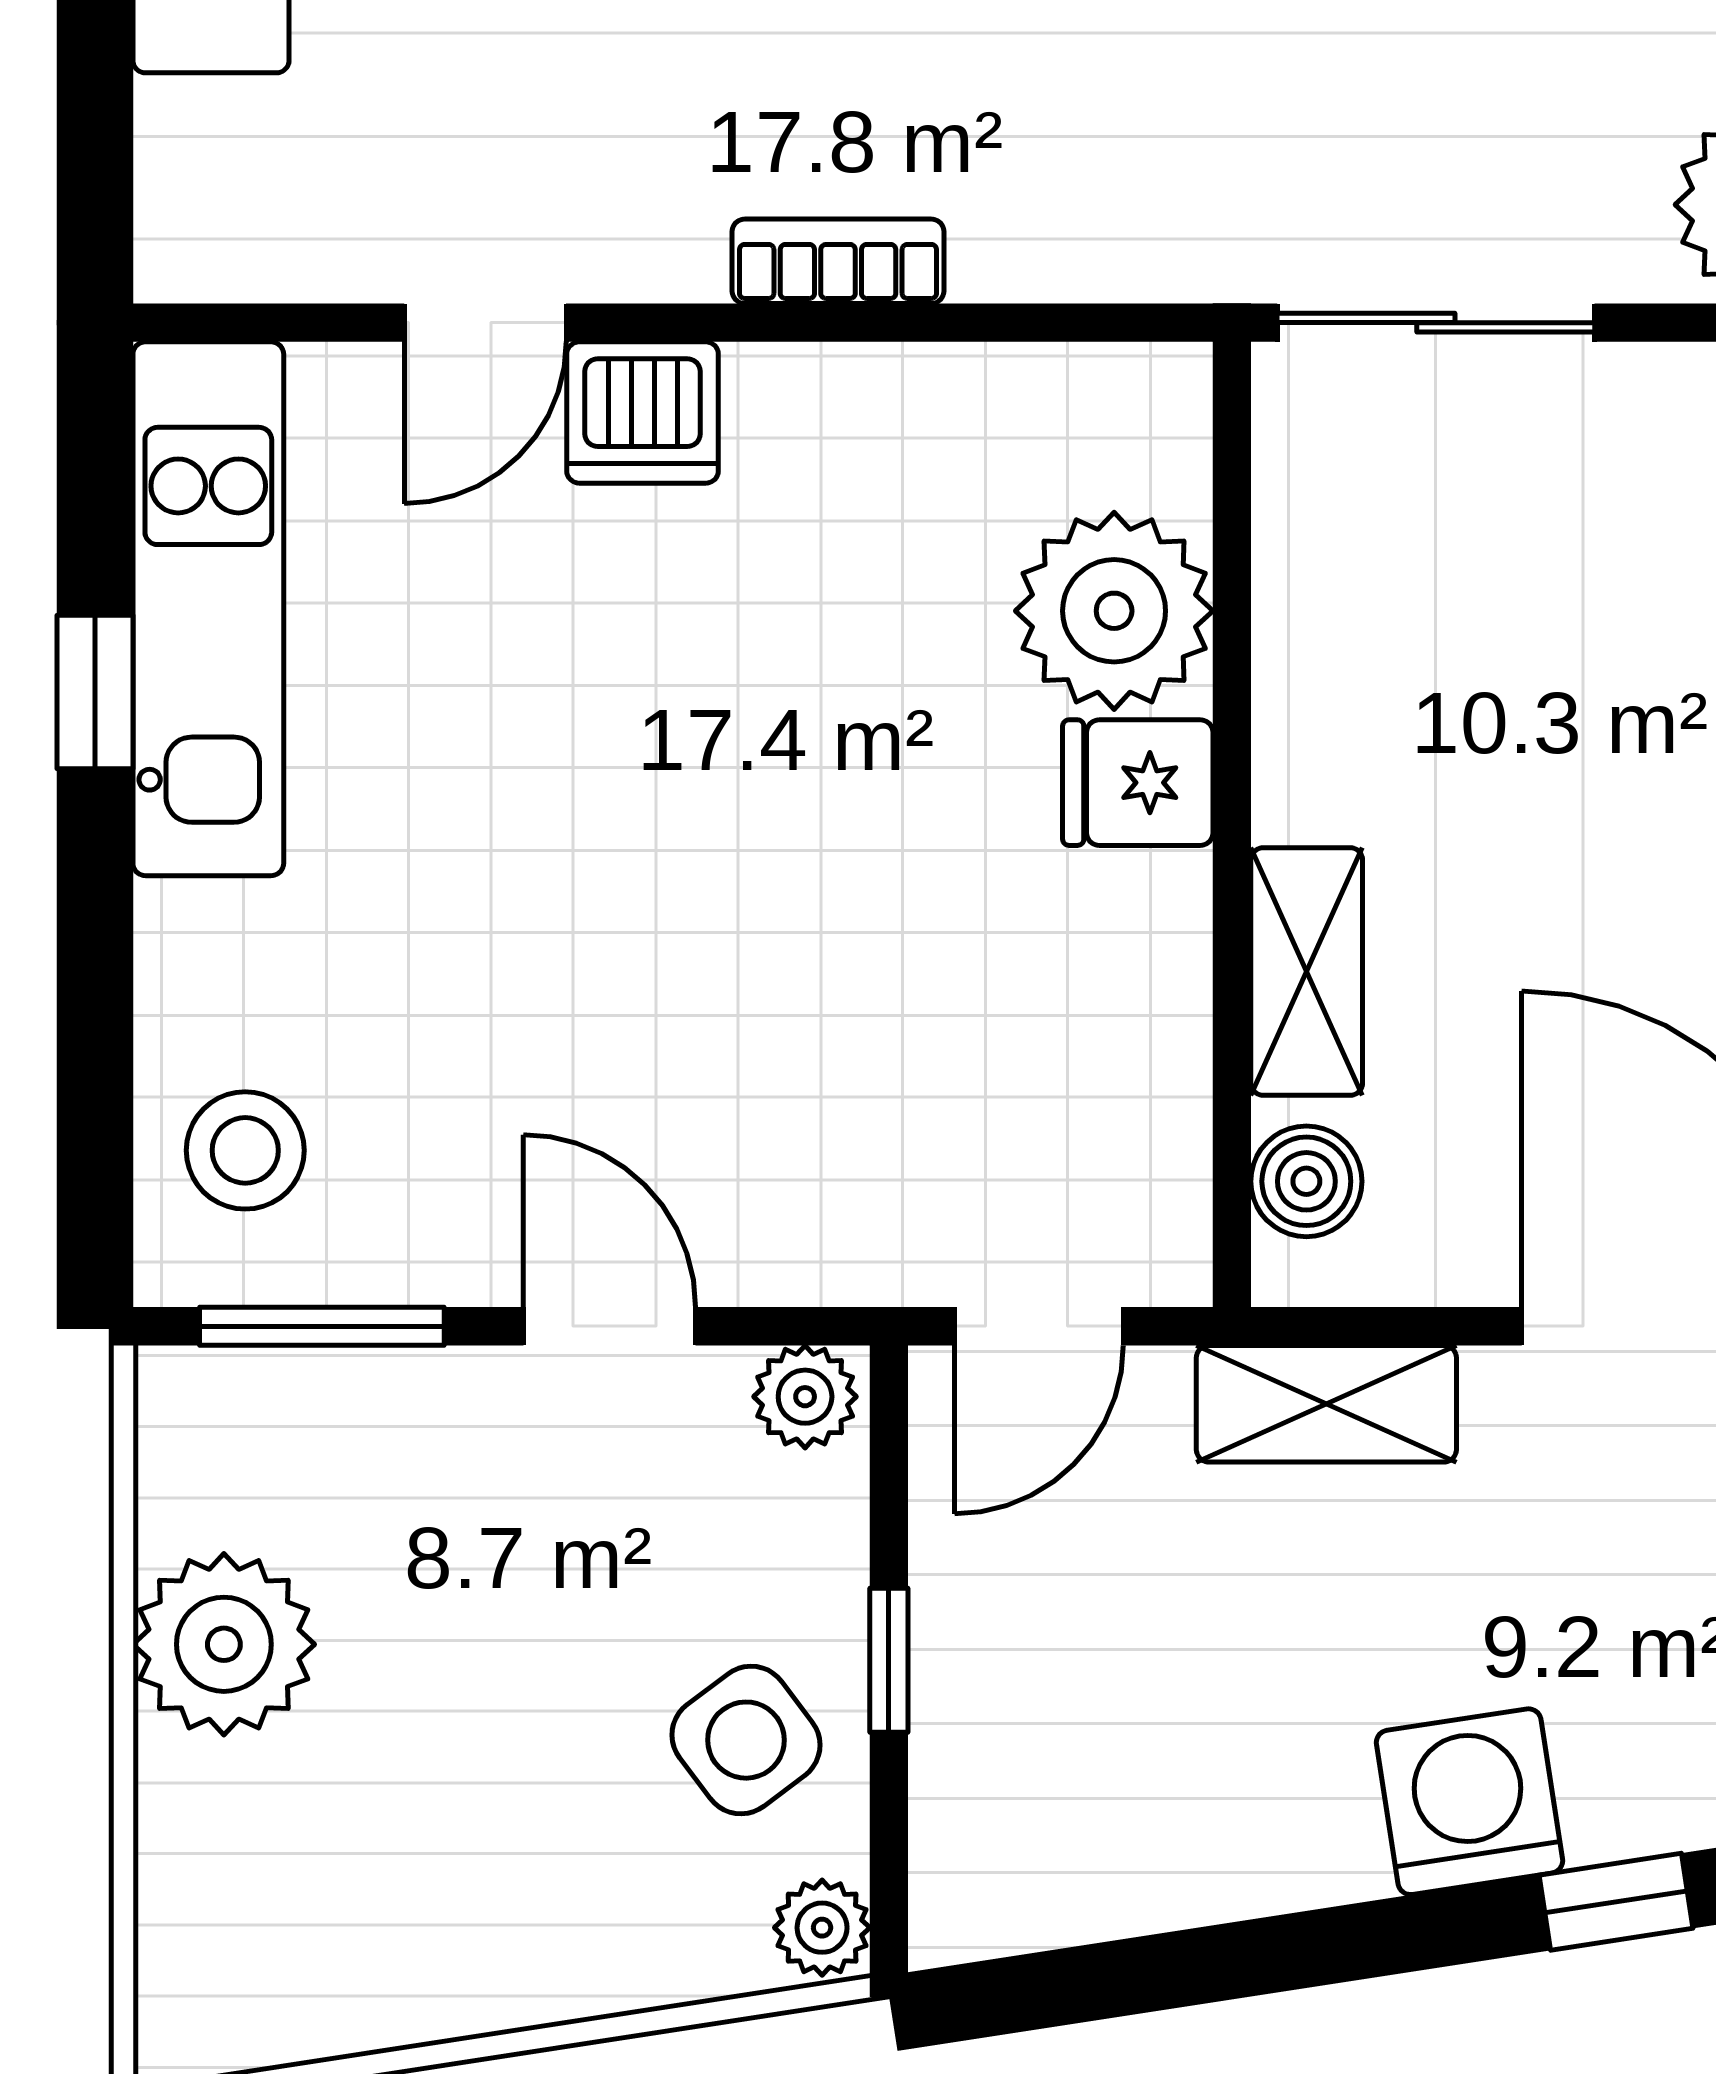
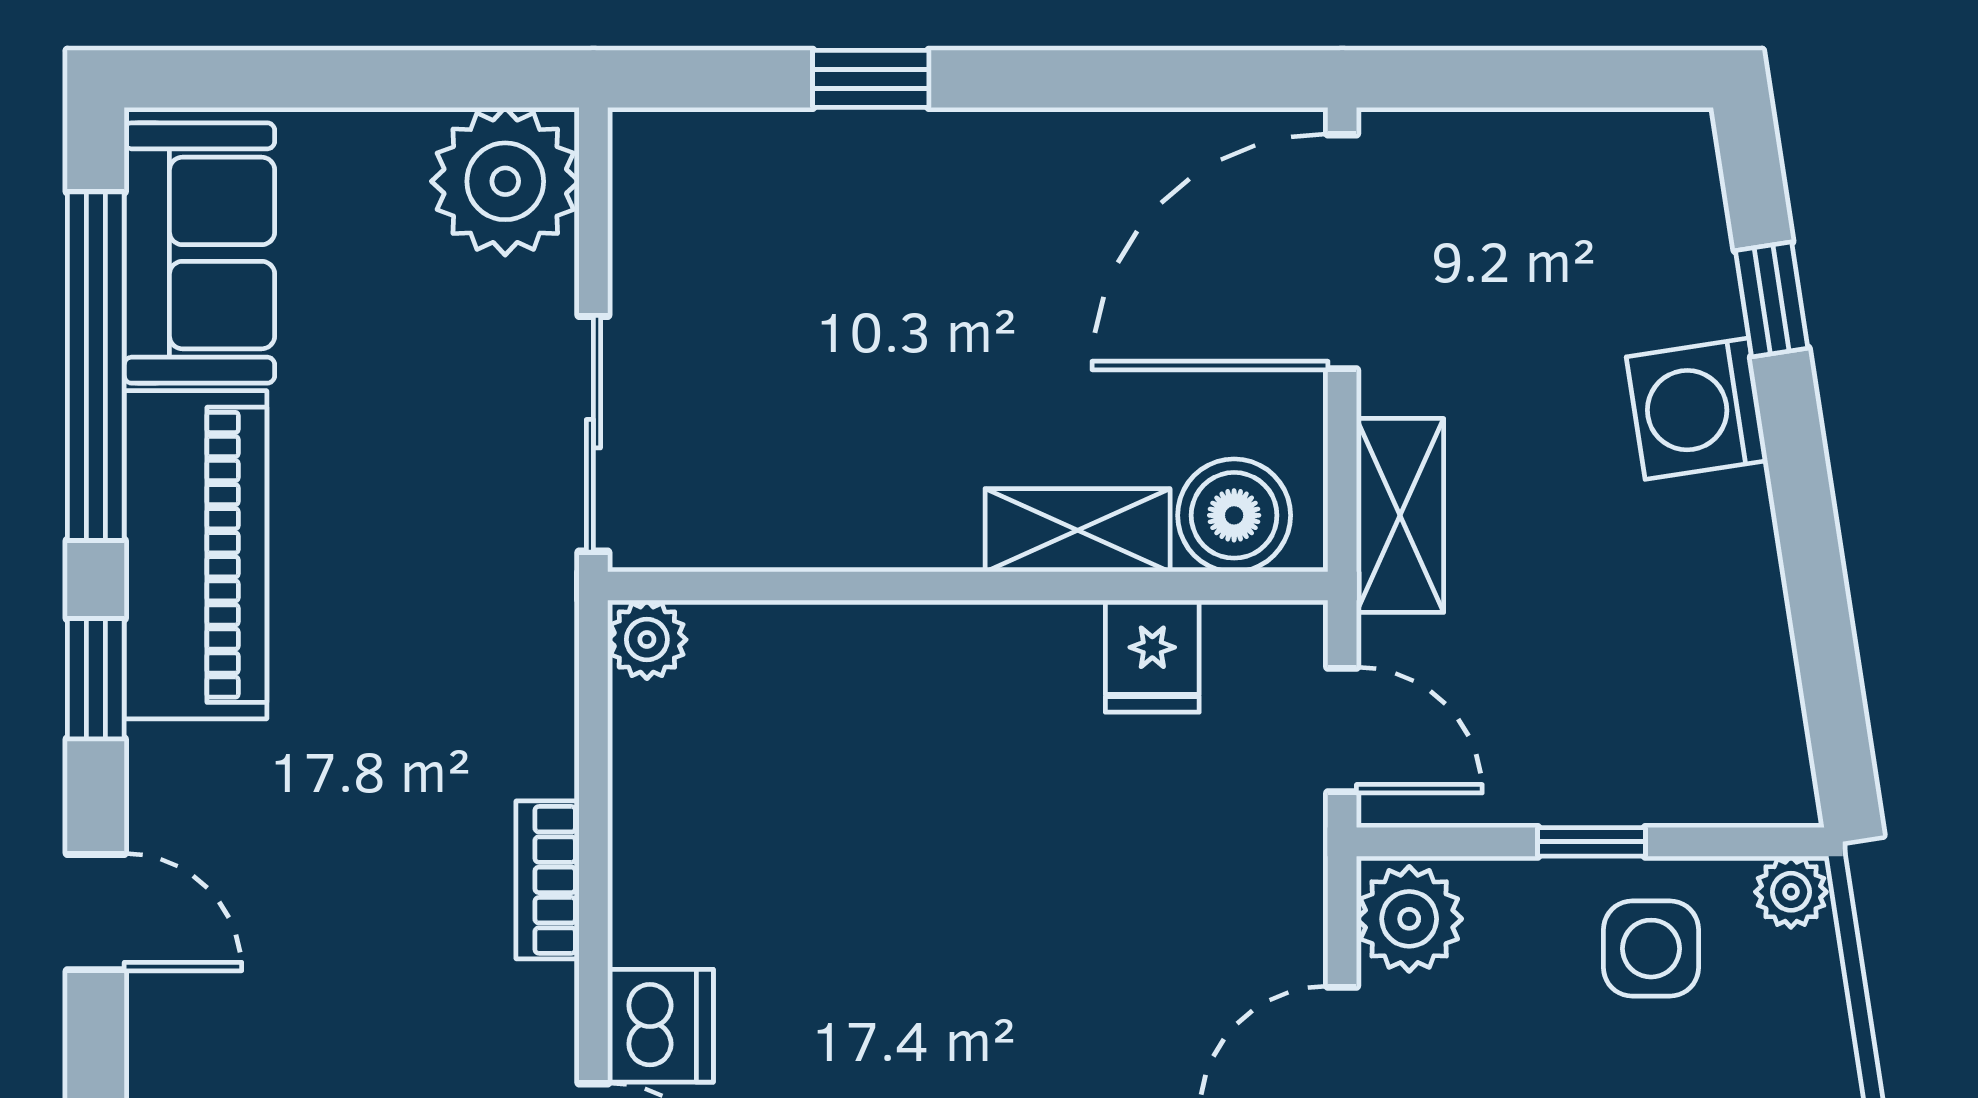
plant: (1114, 611) -> (647, 640), moved, width x0.53, depth x0.53
fridge: (1138, 783) -> (1152, 656), moved
boiler: (1306, 1181) -> (1234, 515), width x1.36, depth x1.36
plant: (805, 1397) -> (1409, 919), width x1.38, depth x1.38
side table: (746, 1740) -> (1651, 949), turned 37

